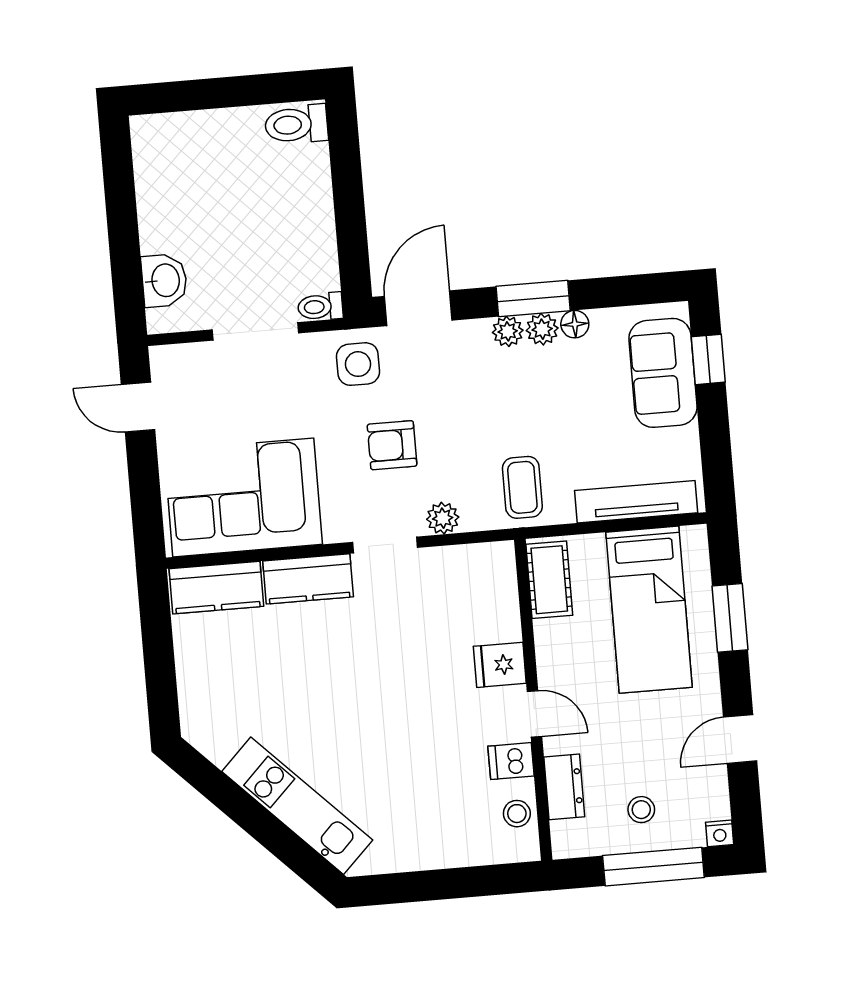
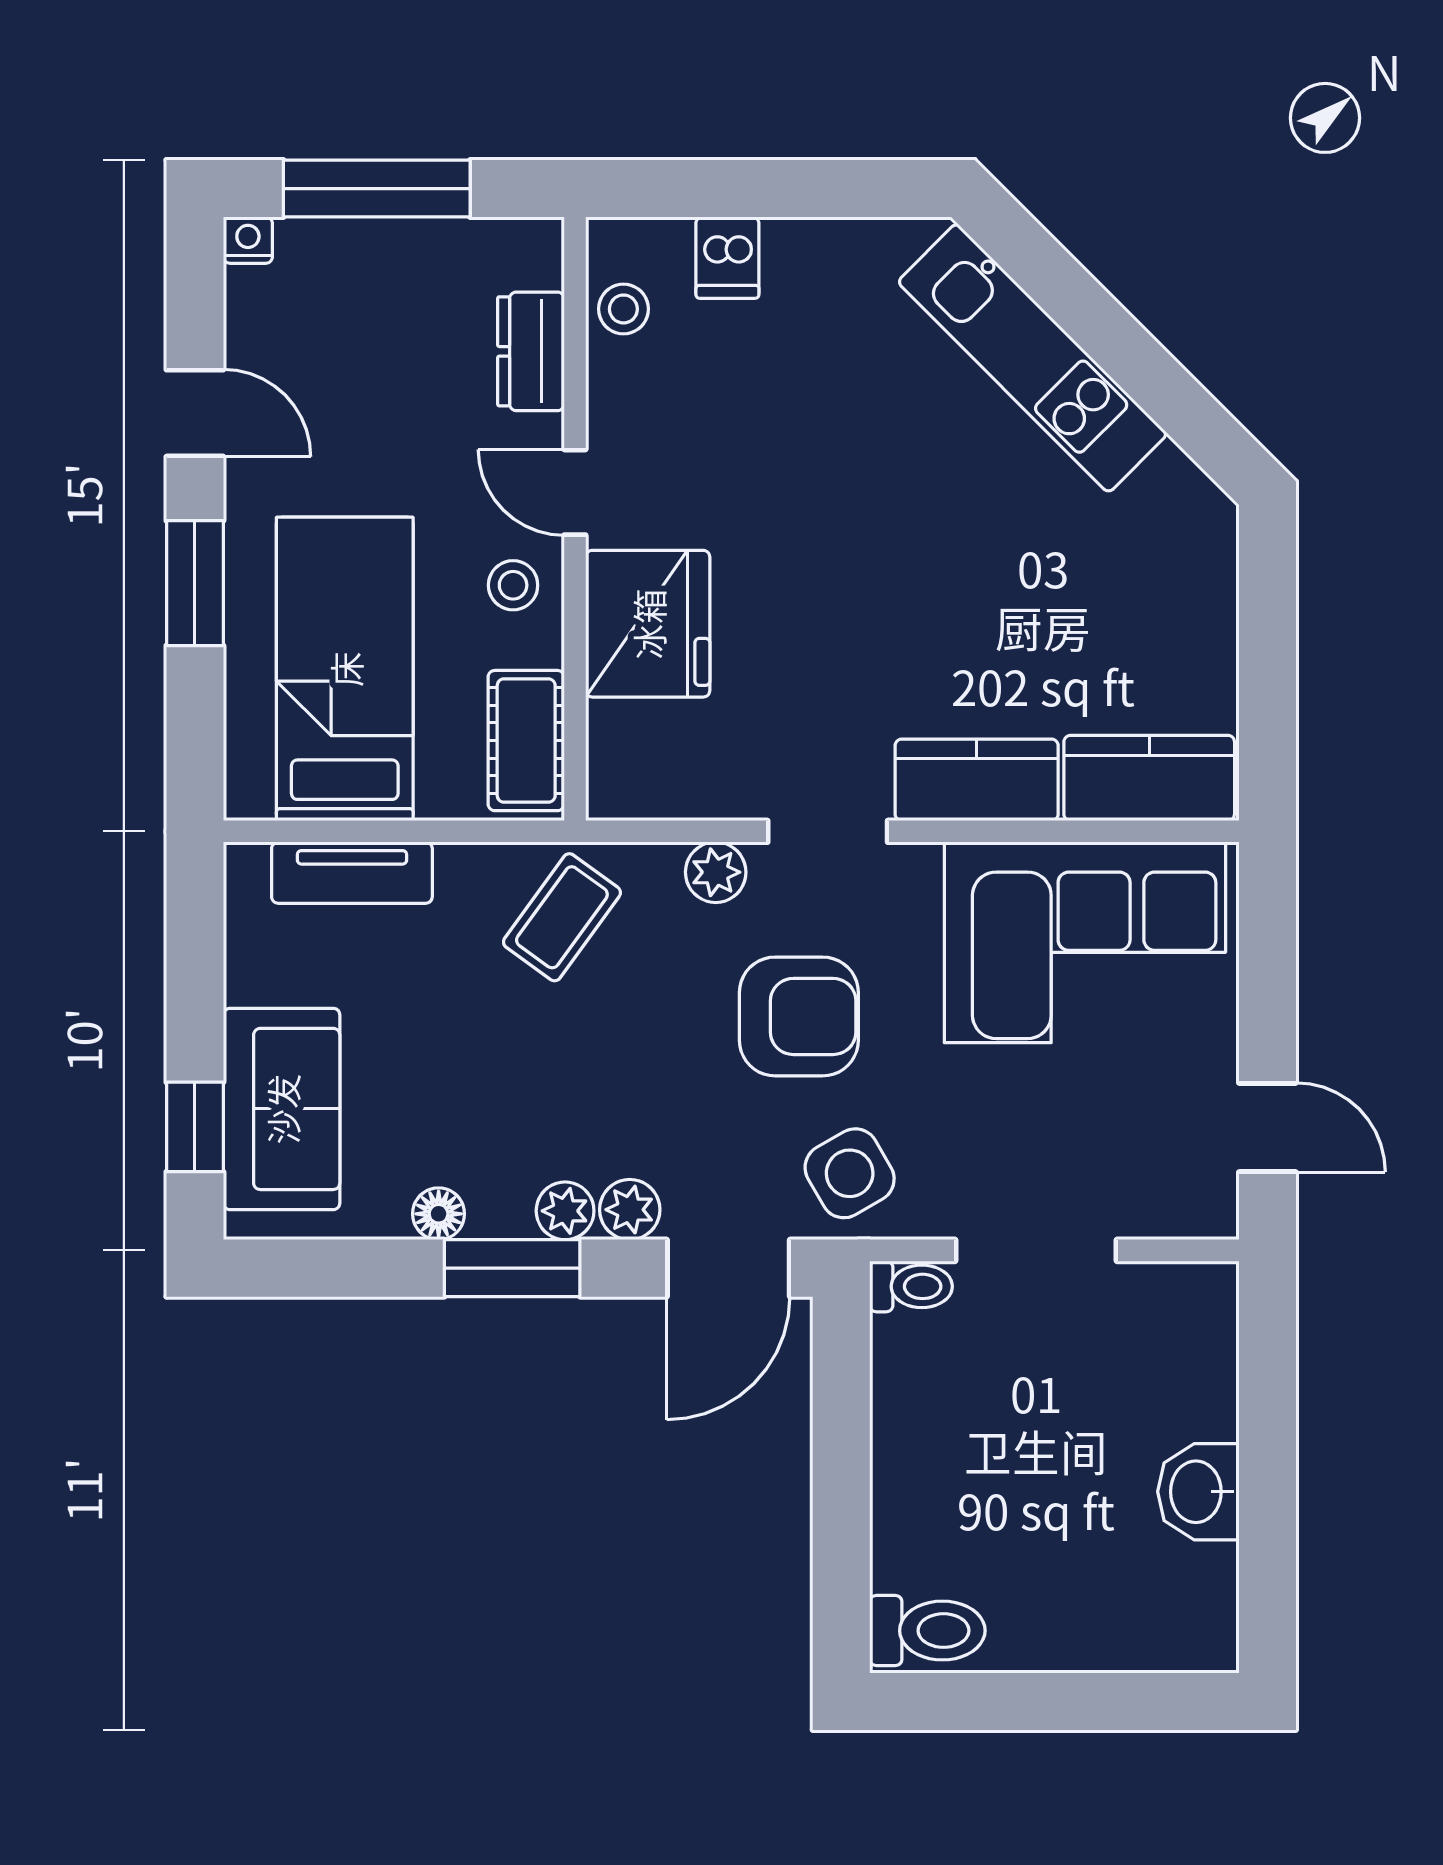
washbasin: (164, 280) -> (1198, 1492), moved
plant: (542, 329) -> (630, 1210), moved
side table: (358, 364) -> (850, 1173), turned -30
armchair: (392, 445) -> (799, 1016), width x1.38, depth x1.38
coffee table: (522, 487) -> (562, 917), turned 36
tv unit: (636, 502) -> (352, 873), width x0.71
window: (730, 618) -> (195, 583), moved
fridge: (500, 665) -> (648, 624), width x1.88, depth x1.34
door: (740, 739) -> (195, 413), hinge flipped
dishwasher: (511, 761) -> (727, 258), moved, turned 90
stool: (641, 810) -> (513, 585), moved

